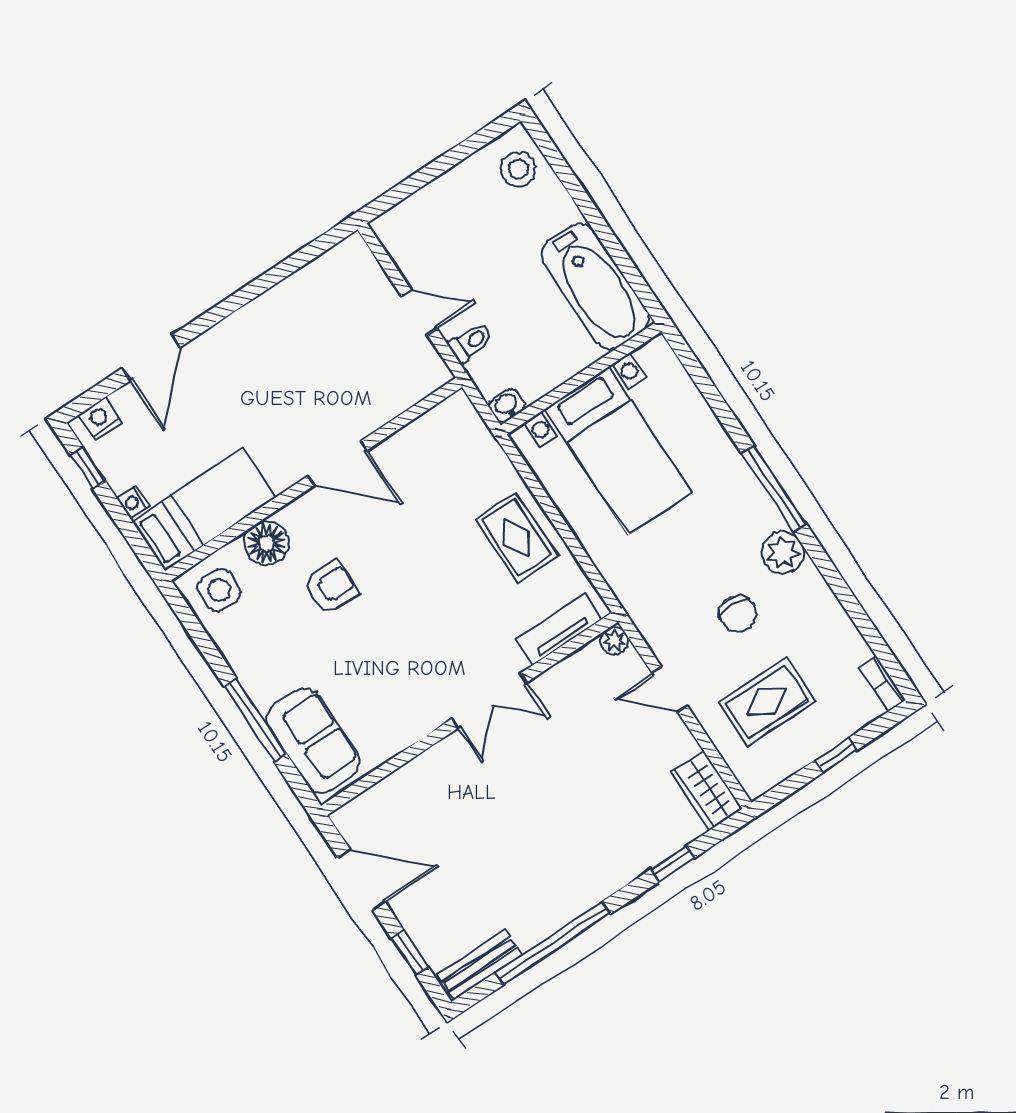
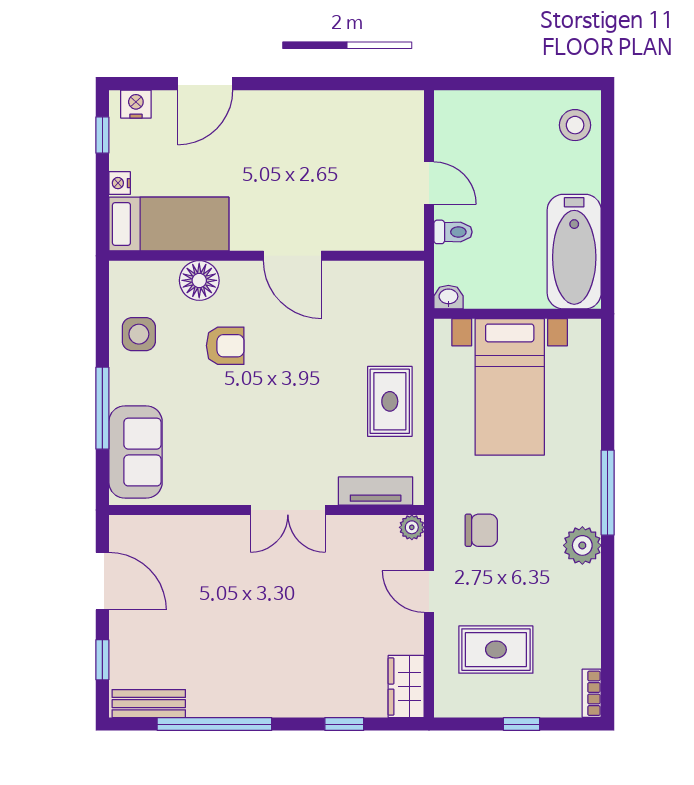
side table: (219, 590) -> (139, 334), moved
chair: (738, 614) -> (481, 530), moved, turned -90

